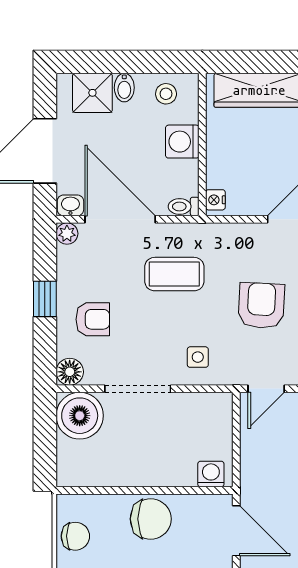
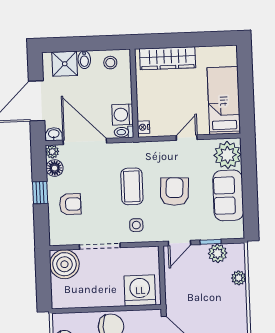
washing machine: (182, 142) -> (122, 115), moved
coffee table: (174, 274) -> (132, 186), moved, turned 90
floor lamp: (70, 372) -> (55, 168), moved
washing machine: (211, 474) -> (140, 290), width x1.89, depth x1.89

